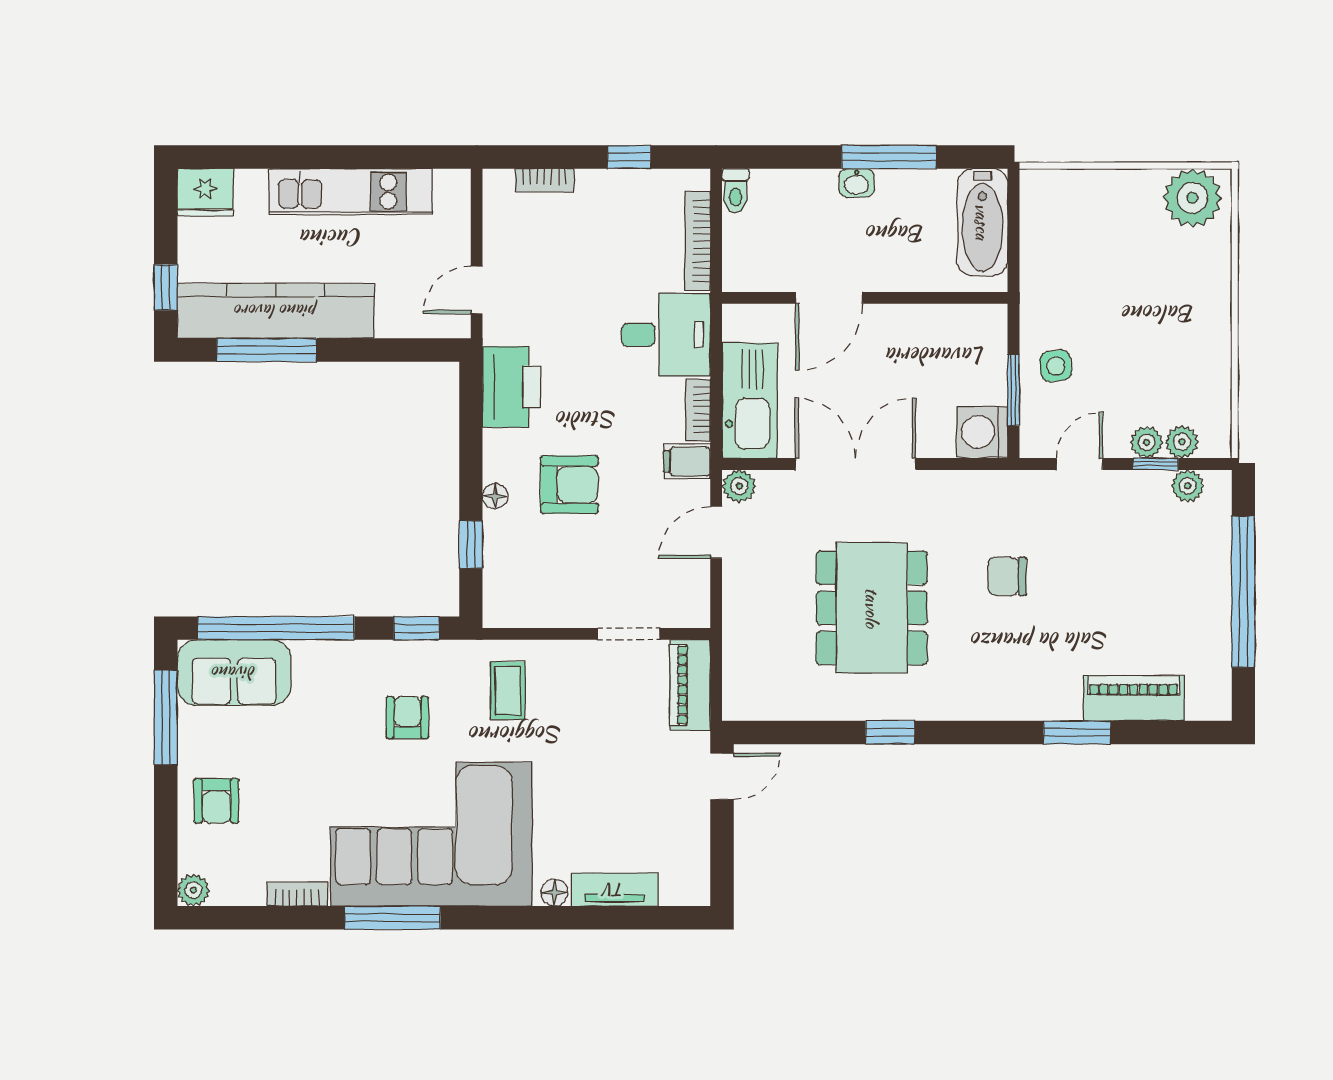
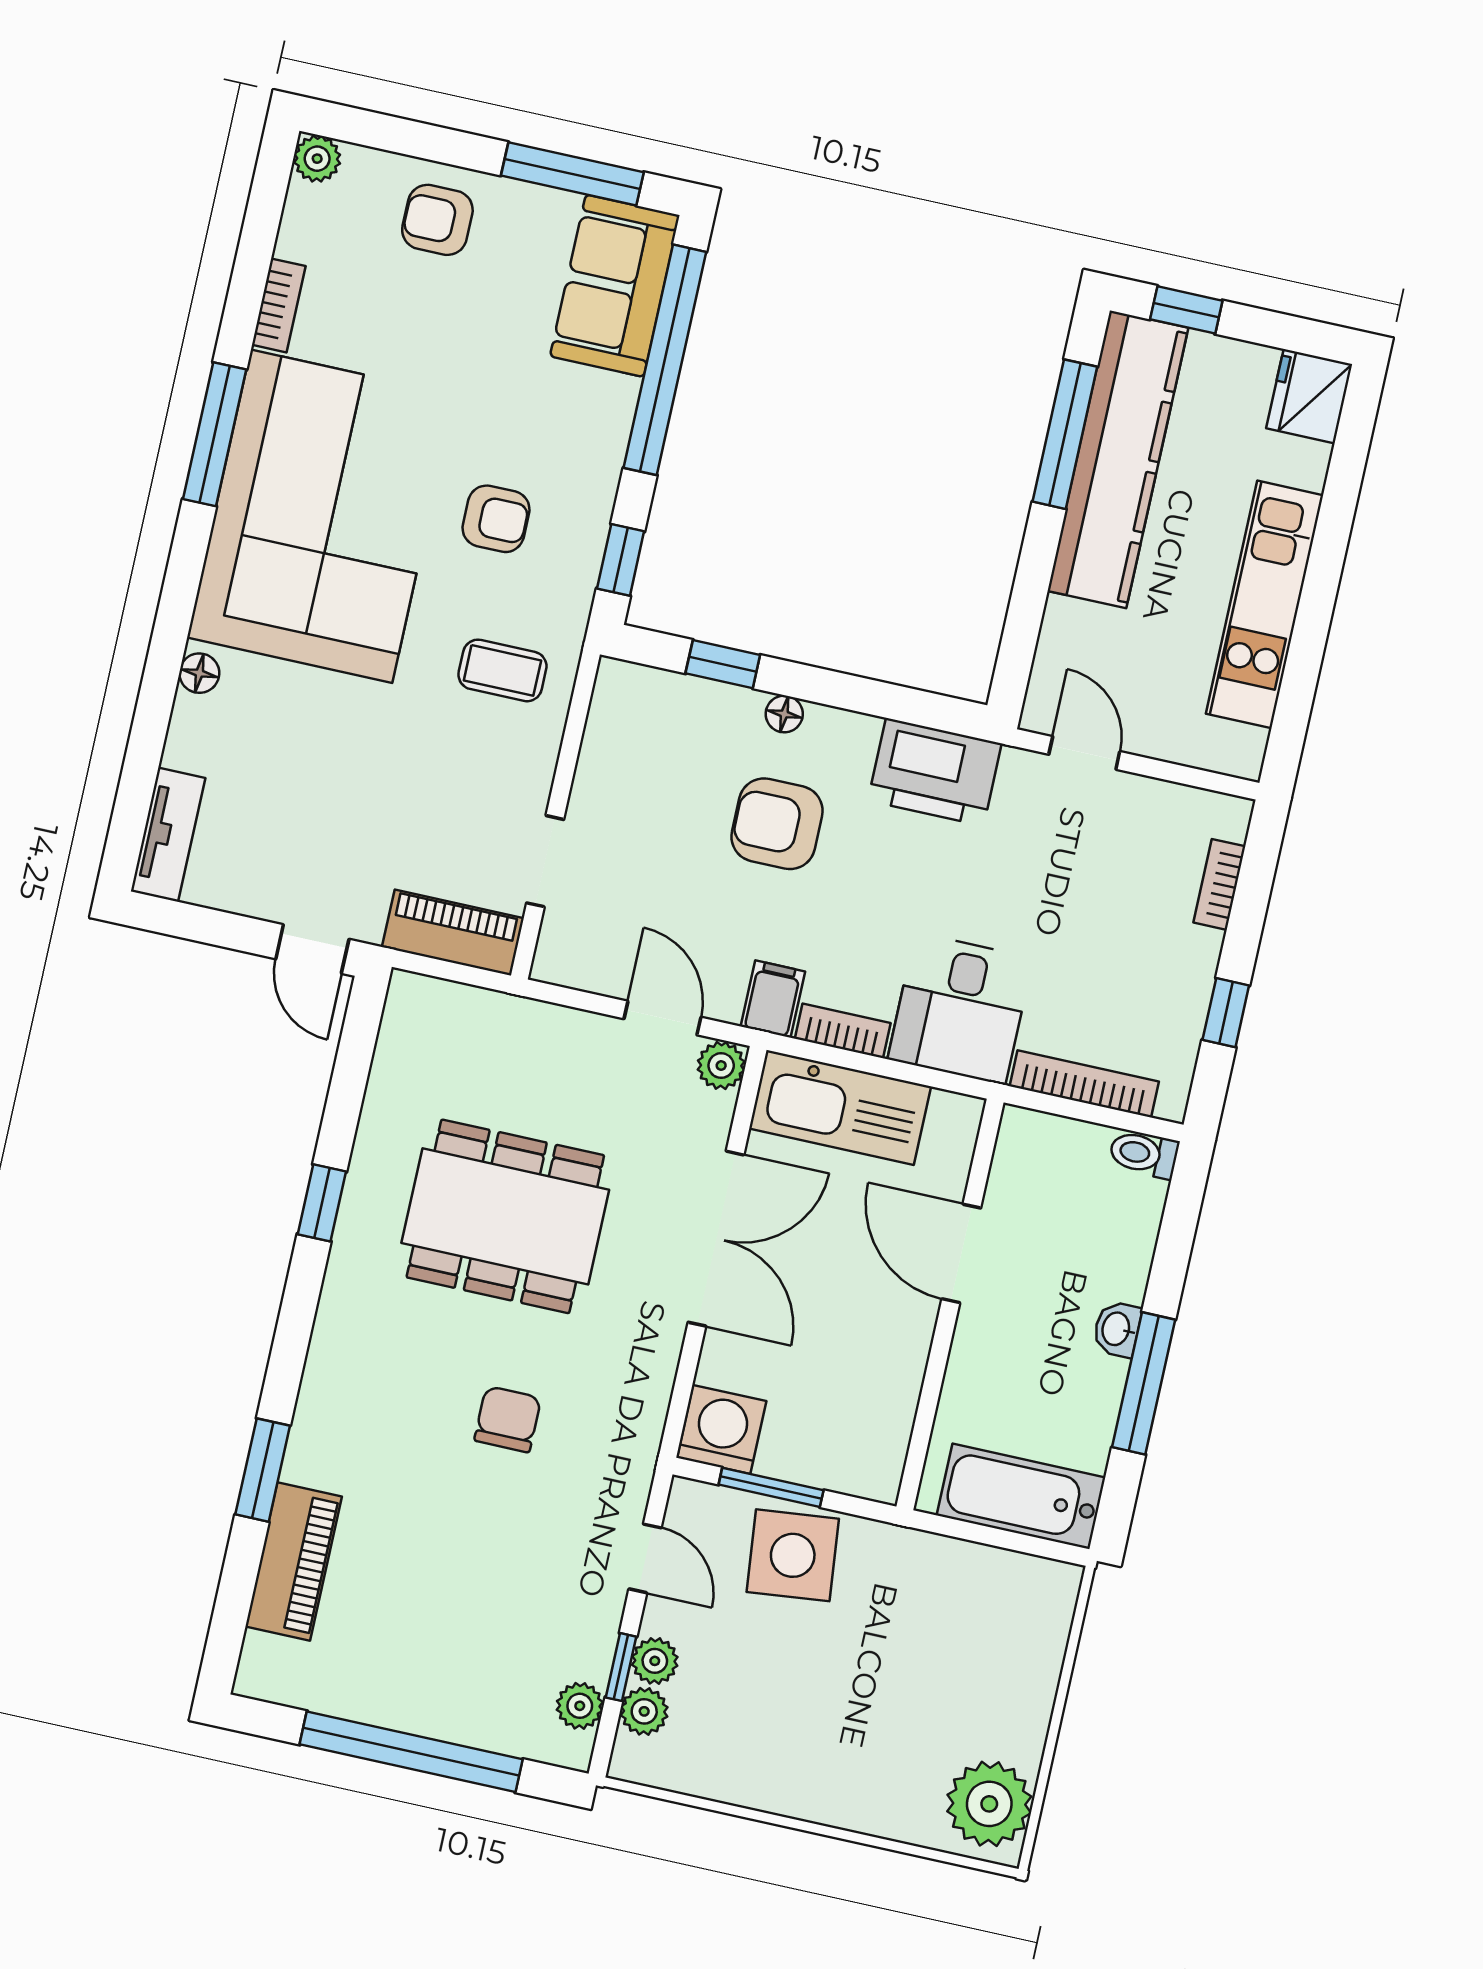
side table: (1056, 366) -> (793, 1555), width x1.87, depth x1.87
armchair: (569, 485) -> (777, 824), turned 90
tv unit: (614, 890) -> (168, 835), moved

